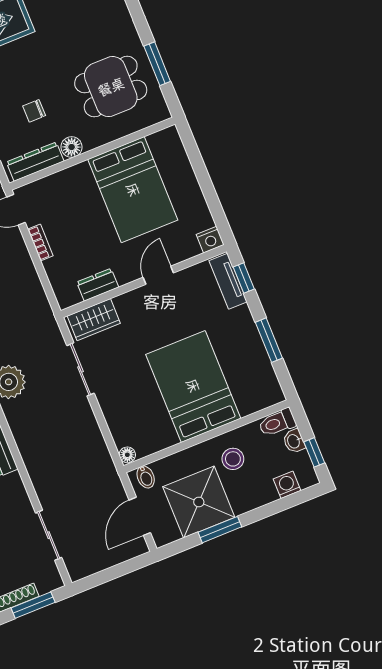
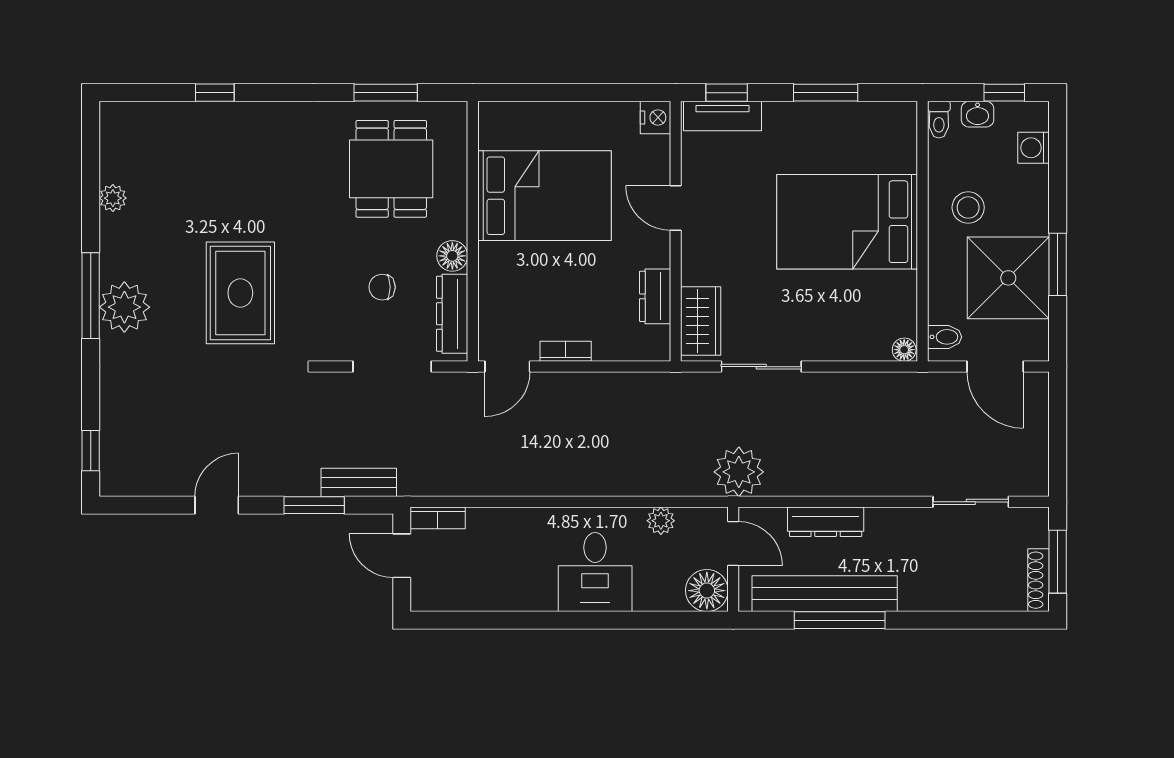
chair: (34, 111) -> (382, 287), turned 90
toilet: (277, 423) -> (939, 120), width x0.73, depth x0.72

